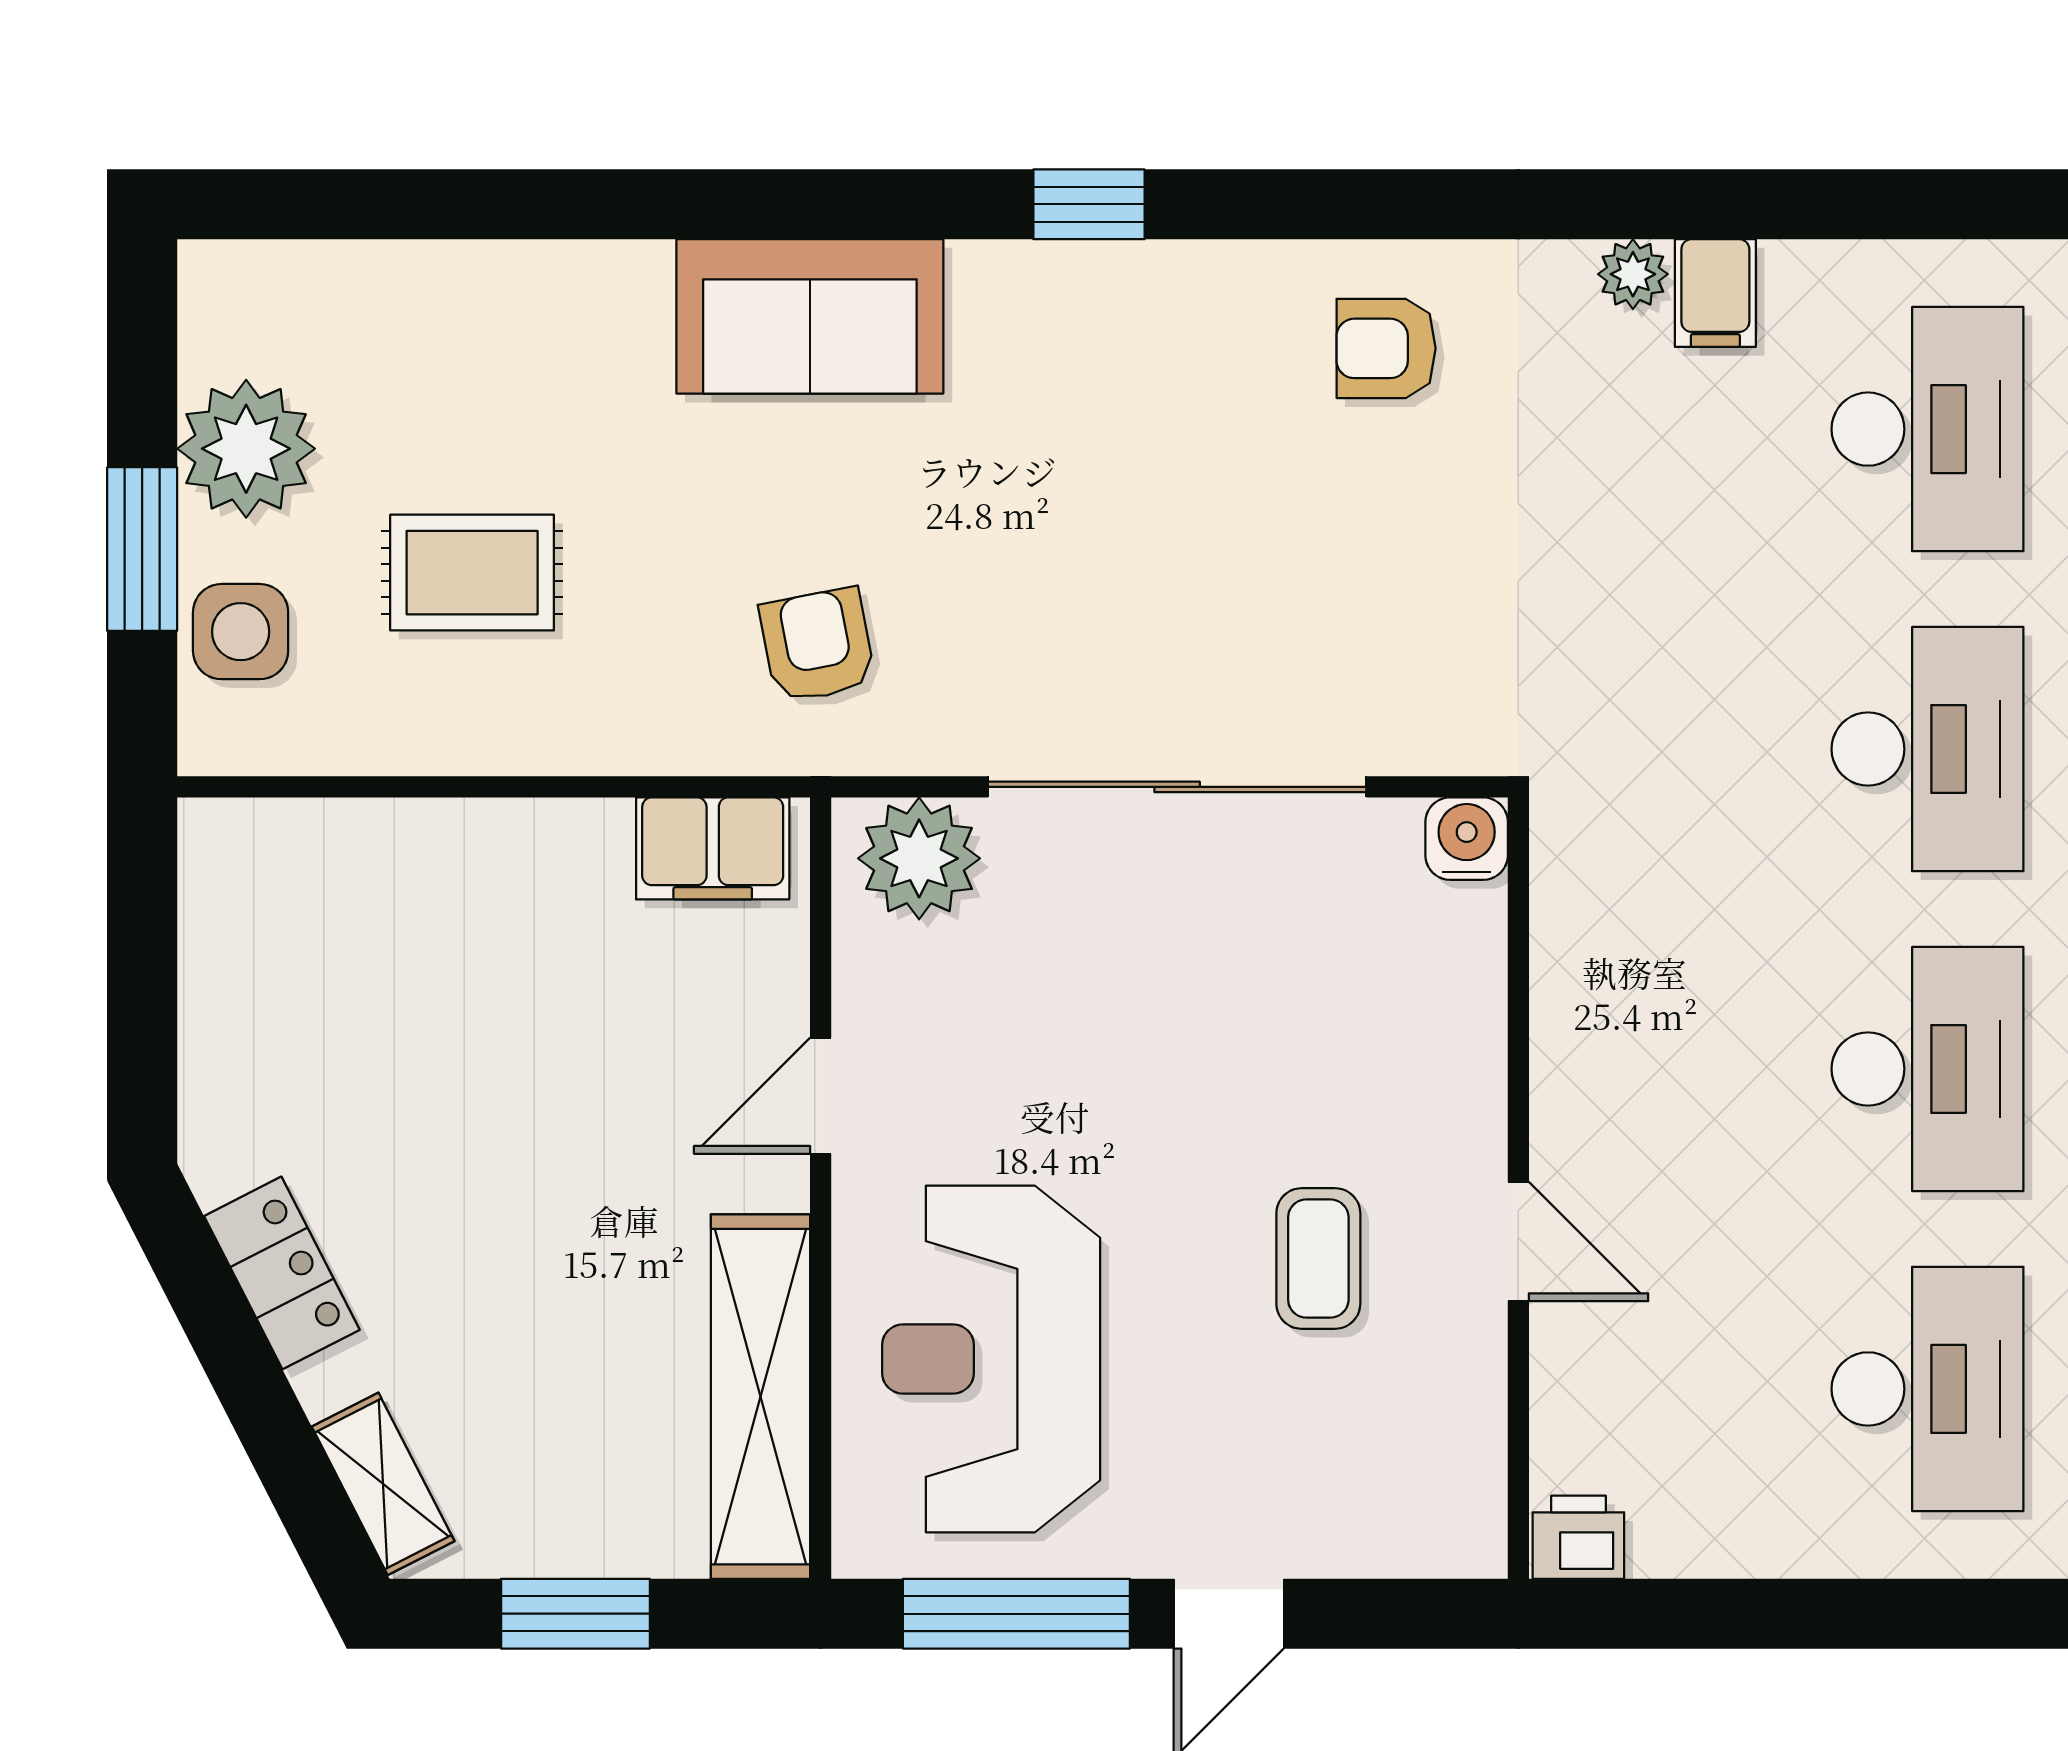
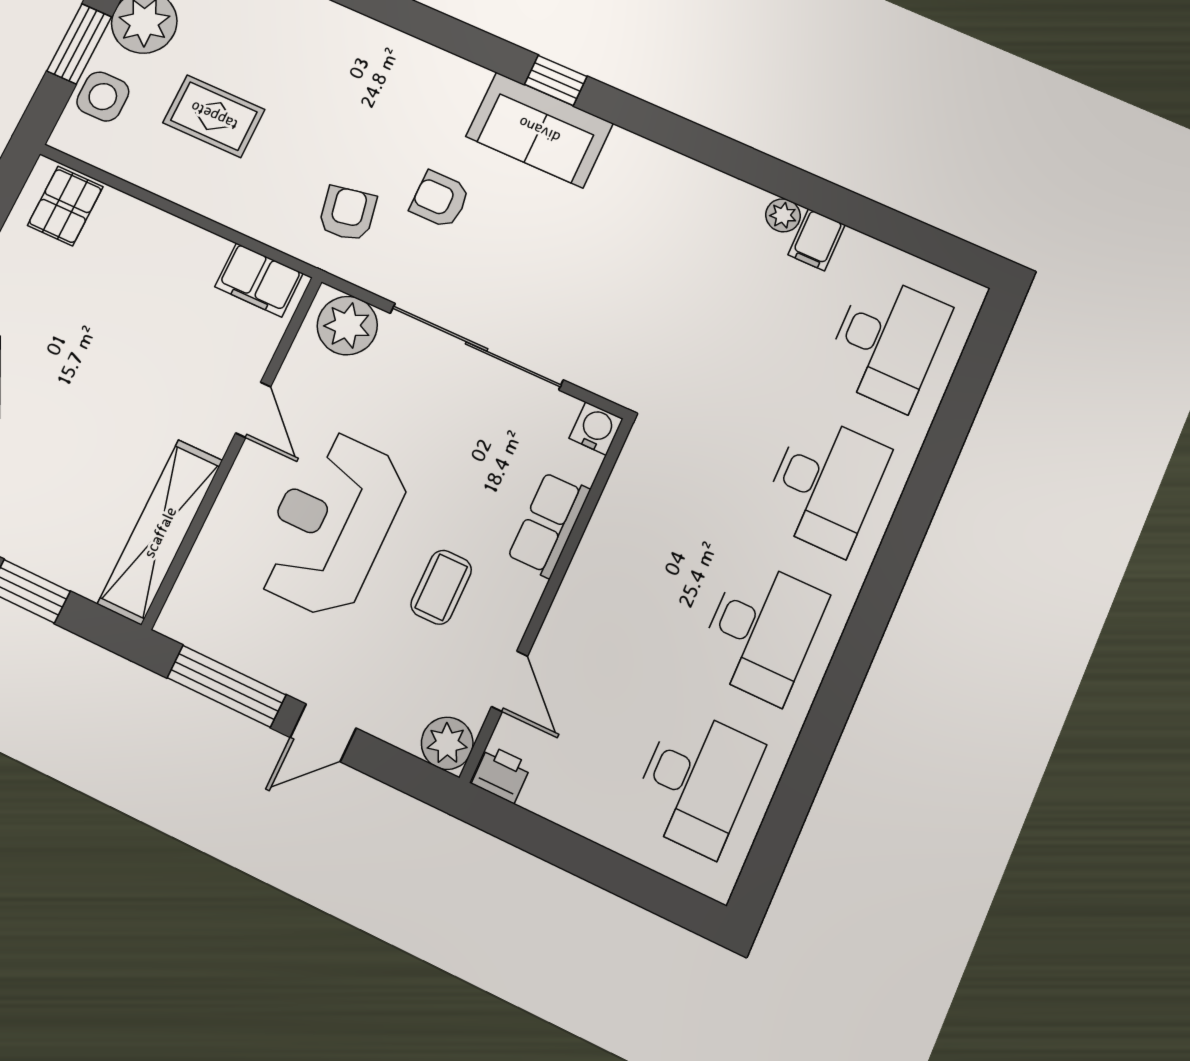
sofa: (810, 316) -> (539, 130), moved
armchair: (1386, 348) -> (440, 199), moved
pallet: (277, 876) -> (65, 206), added
row of seats: (1460, 1054) -> (549, 524), added
door: (821, 1096) -> (253, 410), swing flipped
door: (1518, 1241) -> (510, 681), moved
reception desk: (991, 1359) -> (331, 524), moved
plant: (1458, 1529) -> (447, 743), added

